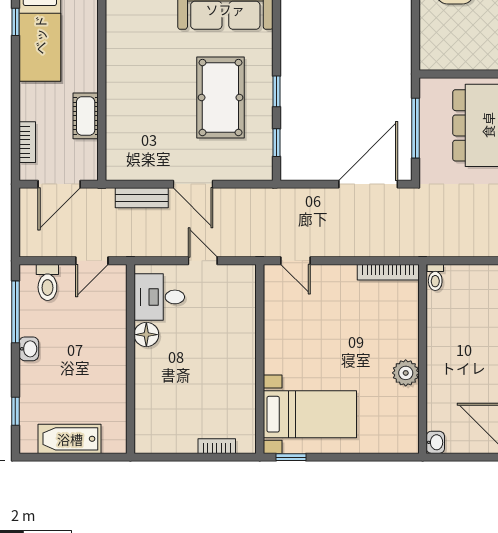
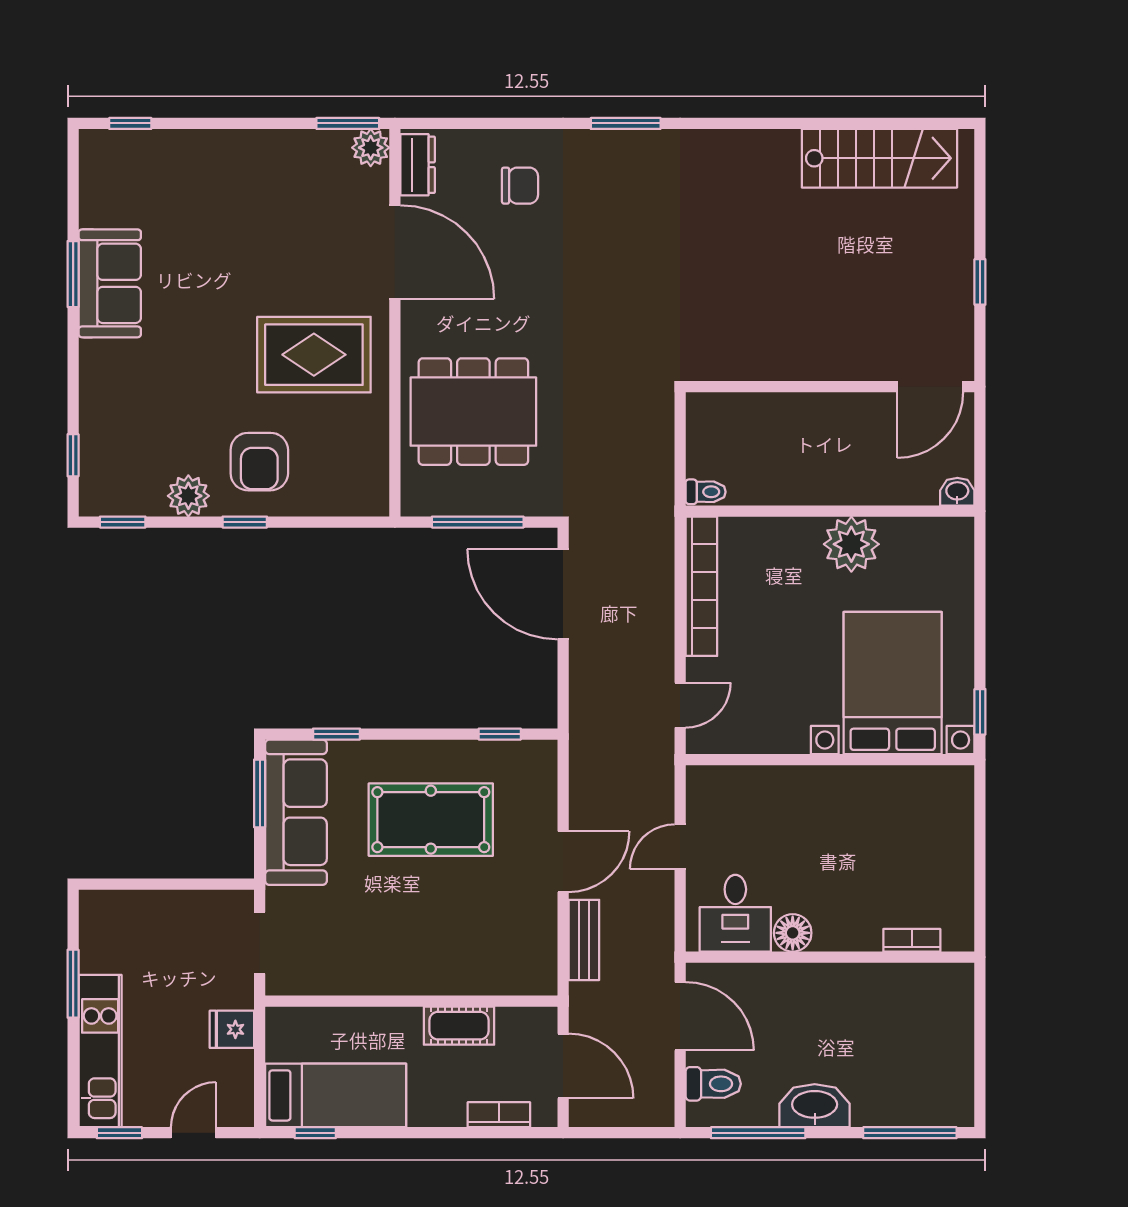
window: (277, 91) -> (336, 734), moved
door: (92, 261) -> (680, 1016), width x1.38
bookcase: (388, 272) -> (701, 586), width x1.48, depth x1.31
washbasin: (29, 349) -> (815, 1106), width x1.91, depth x1.45
plant: (406, 373) -> (851, 544), width x1.36, depth x1.36
window: (15, 411) -> (910, 1133), width x2.17
bed with nightstands: (310, 414) -> (893, 683), width x1.36
bathtub: (70, 439) -> (952, 1050), removed
bookcase: (217, 446) -> (912, 940), moved, turned 90

